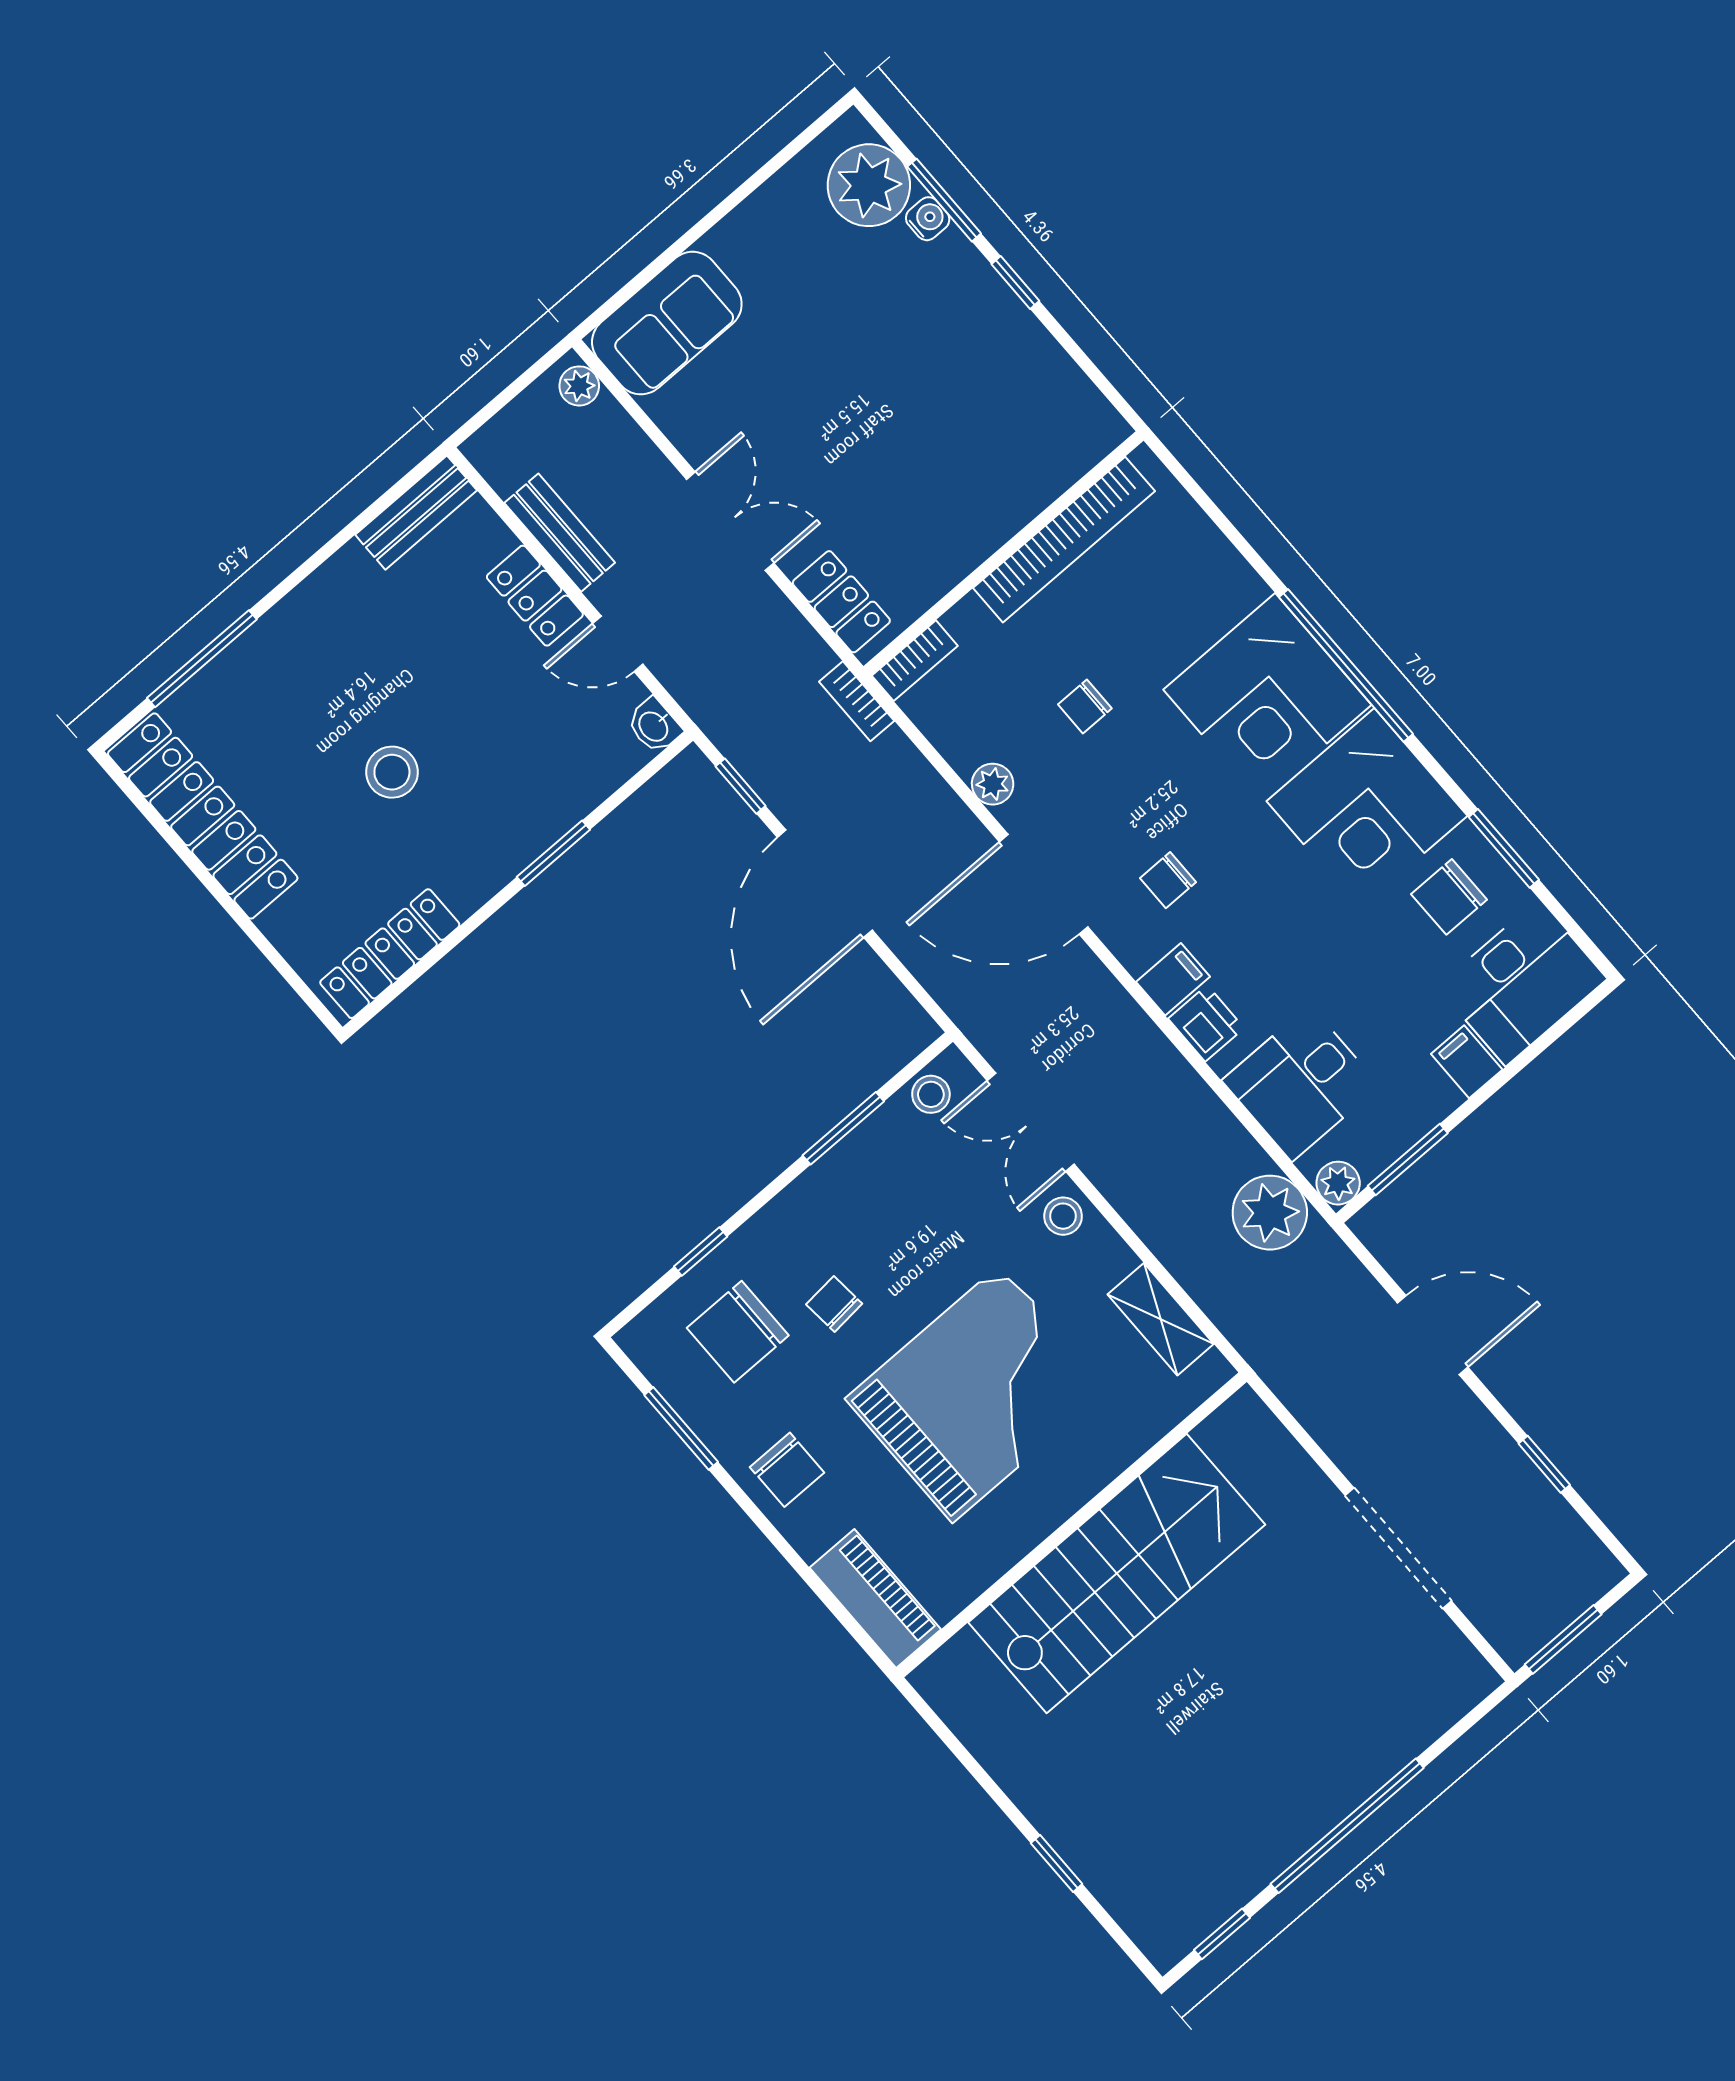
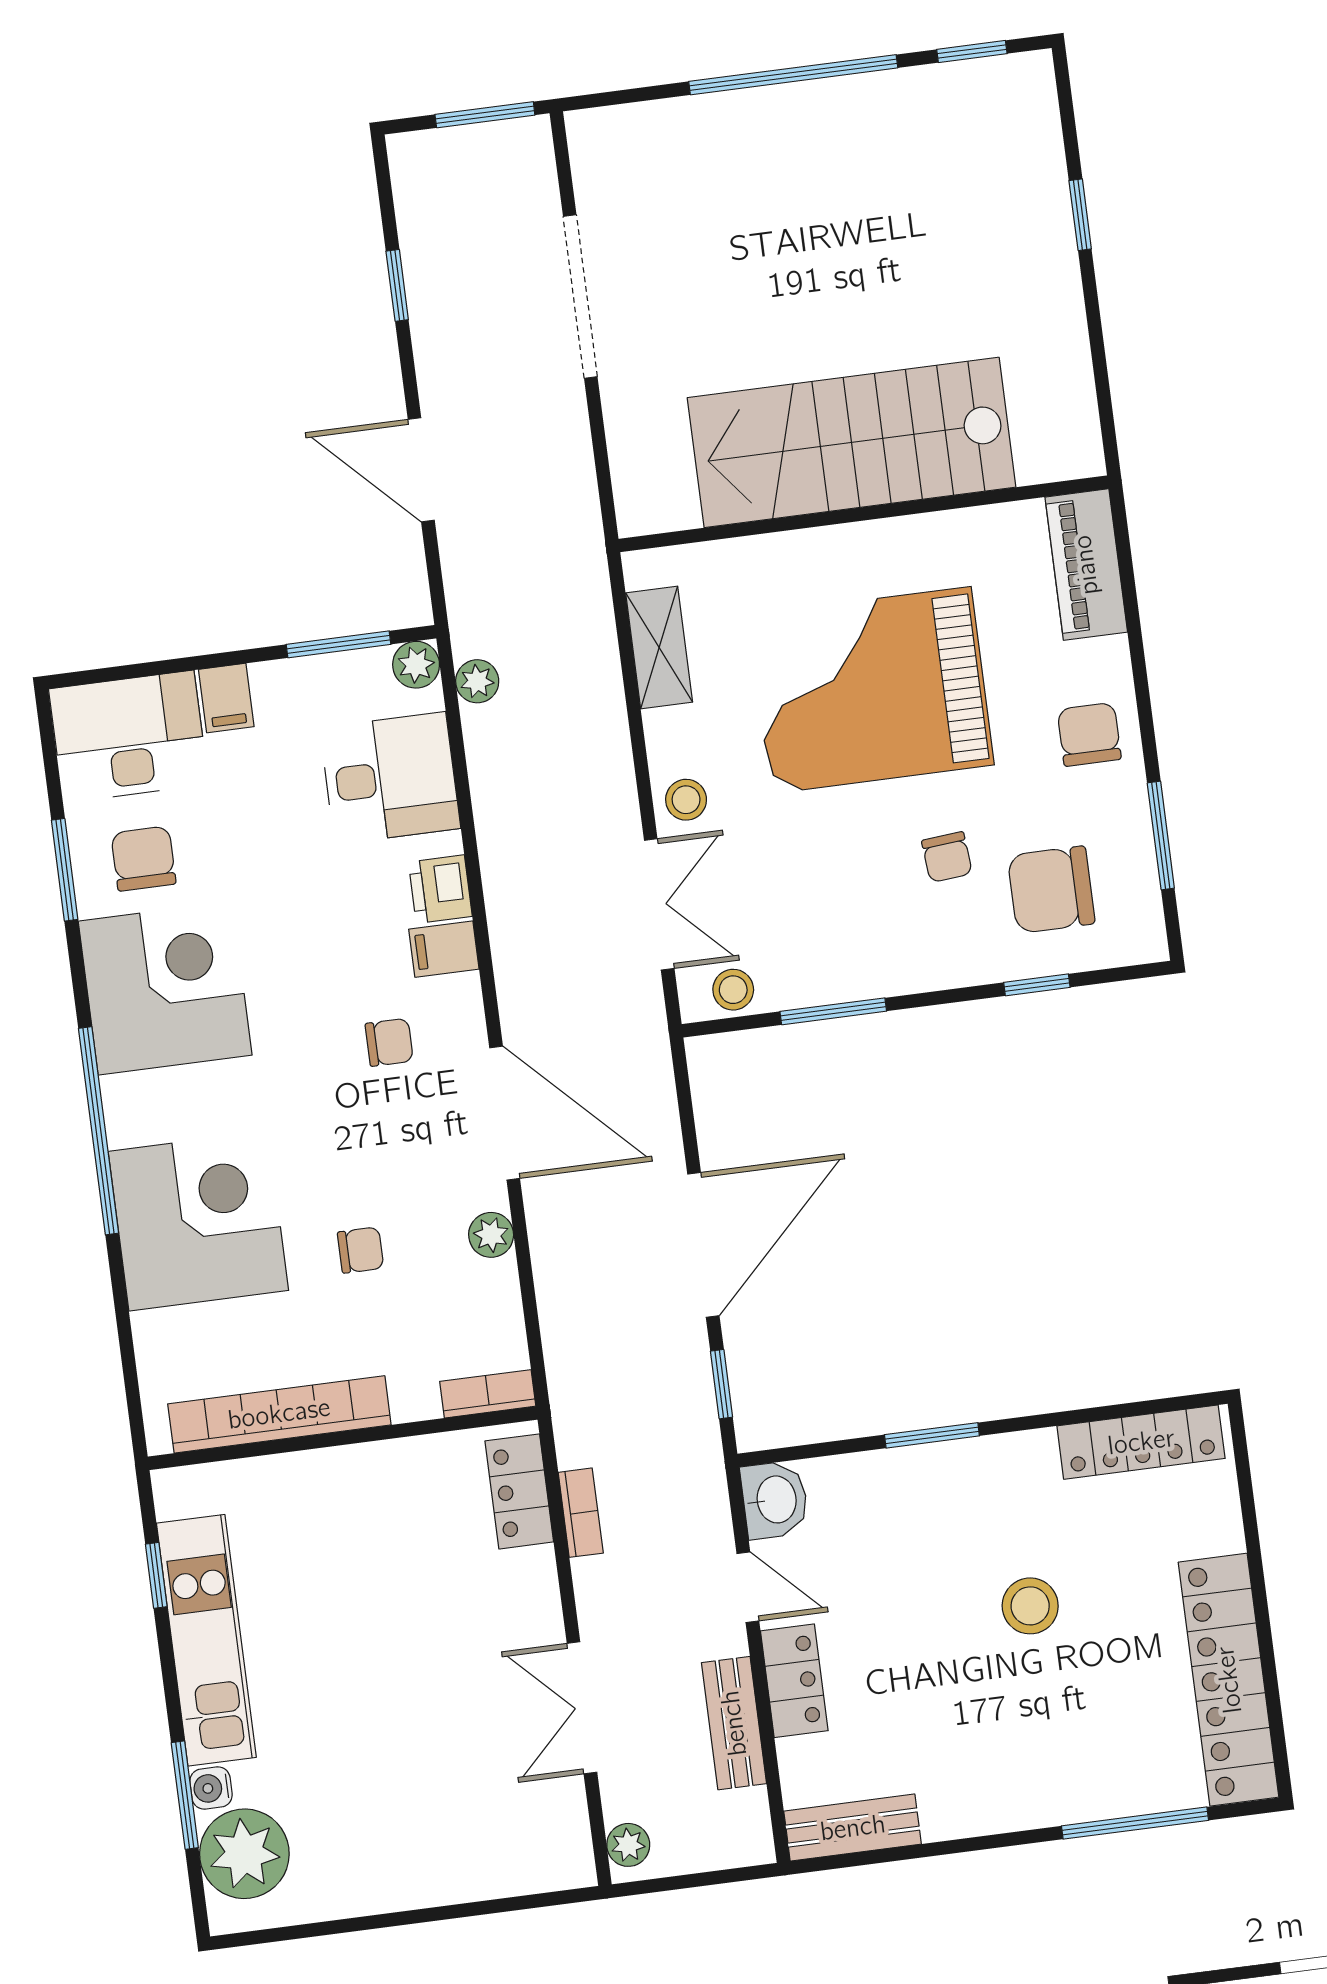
window: (1015, 283) -> (156, 1575), moved
sofa: (667, 323) -> (511, 1850), removed
kitchen unit: (1006, 330) -> (206, 1640), added
double door: (730, 521) -> (582, 1708), moved
corner desk: (1267, 697) -> (198, 1221), moved
bookcase: (857, 701) -> (581, 1513), moved
washbasin: (654, 726) -> (775, 1500), width x1.38, depth x1.45
chair: (1449, 897) -> (143, 859), turned -90
plant: (1270, 1213) -> (477, 681), width x0.53, depth x0.53
chair: (738, 1332) -> (1051, 890), turned 180

